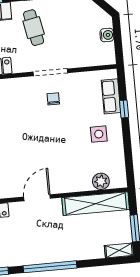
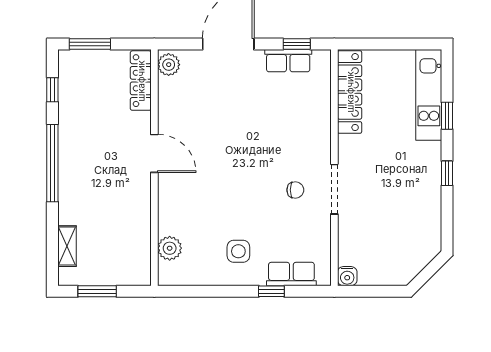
cafe table: (34, 28) -> (401, 171), removed
water cooler: (107, 35) -> (347, 276), moved
shelving: (96, 204) -> (138, 238), removed
shelving: (119, 250) -> (67, 246), moved

